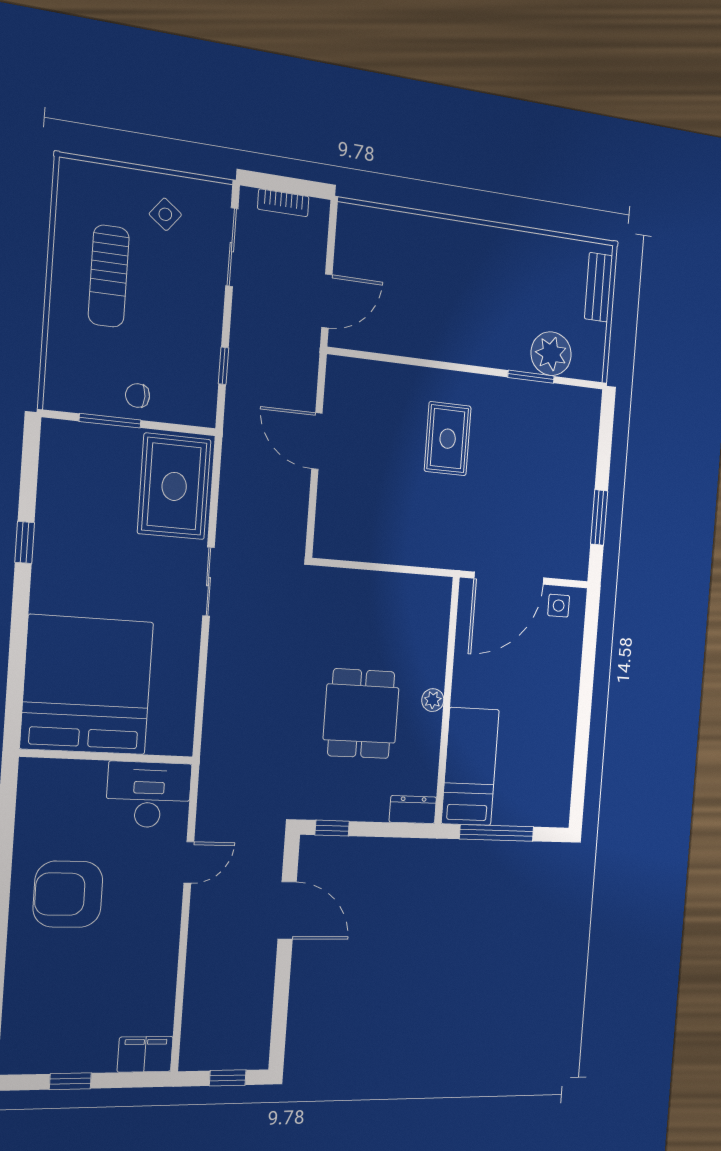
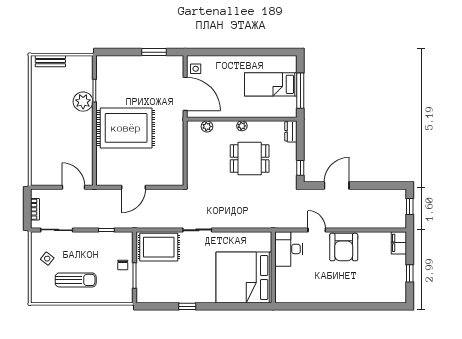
plant: (551, 354) -> (83, 102), moved
rug: (448, 439) -> (126, 128), width x1.86, depth x2.06
plant: (437, 621) -> (207, 126), added
bed: (470, 767) -> (271, 84), moved
armchair: (68, 894) -> (344, 247), moved

